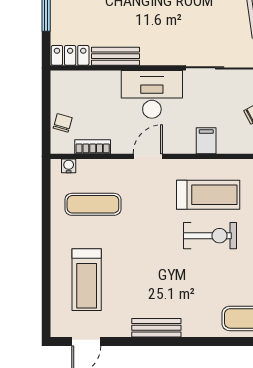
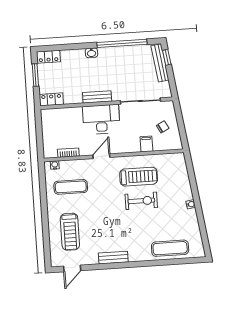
bench: (115, 56) -> (97, 97), moved
chair: (63, 123) -> (50, 140), removed
filing cabinet: (206, 141) -> (146, 144), moved

